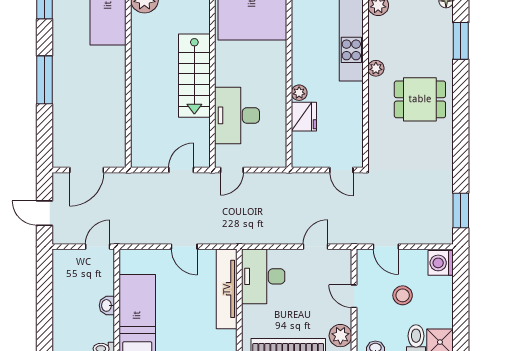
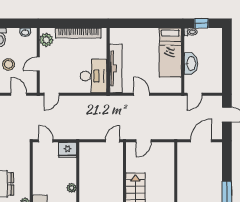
desk: (237, 115) -> (109, 174), removed
fridge: (304, 117) -> (68, 150), moved, turned -90
door: (316, 247) -> (52, 94), moved
door: (354, 296) -> (38, 64), swing flipped
washbasin: (107, 305) -> (191, 63), width x1.91, depth x1.45

